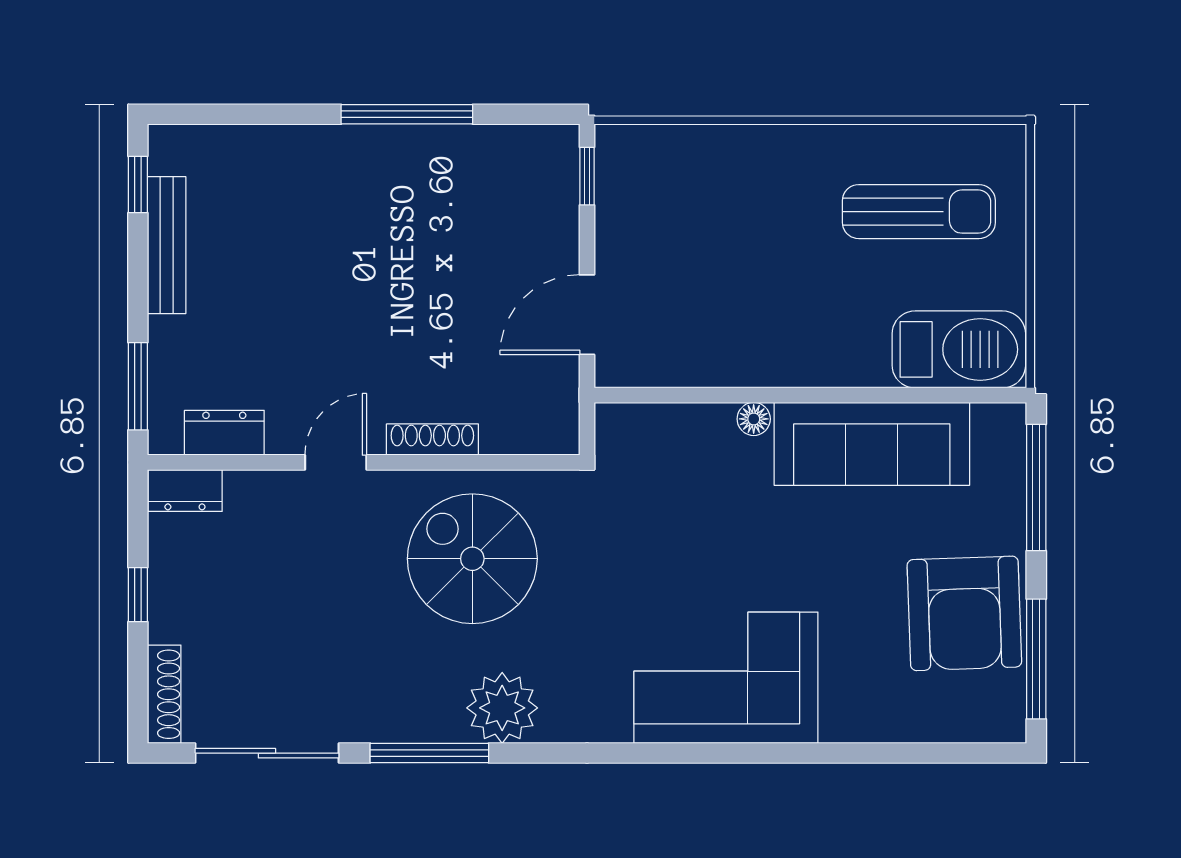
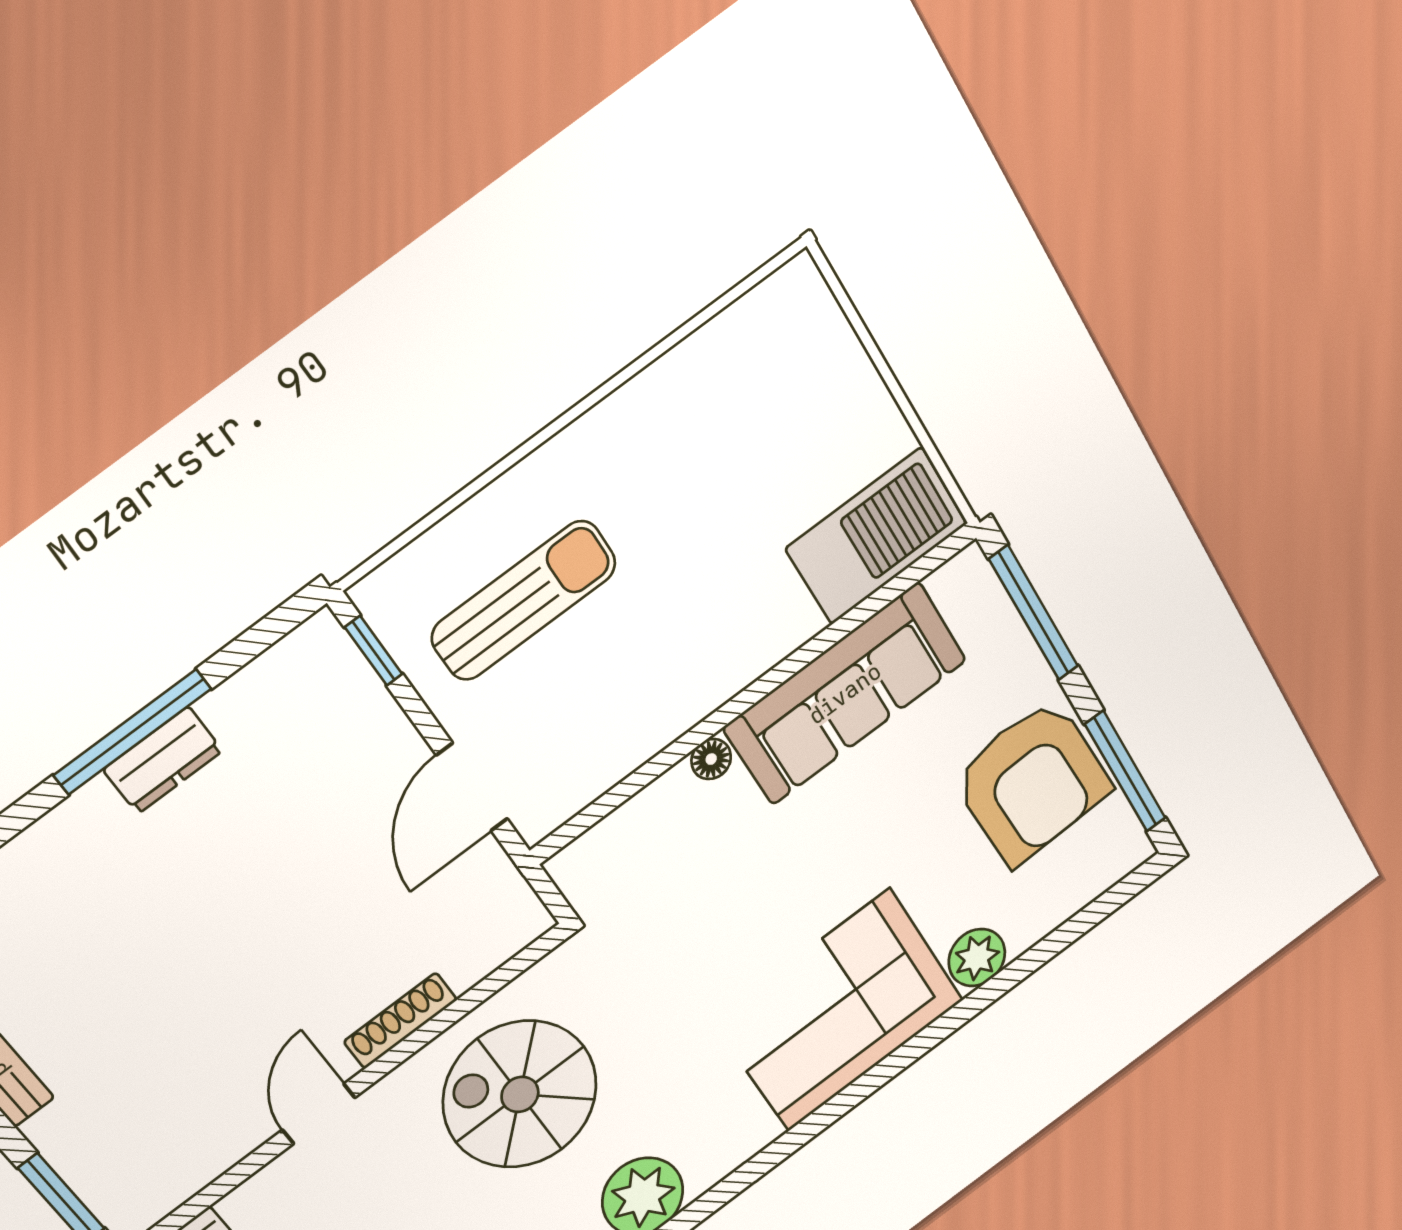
sun lounger: (919, 212) -> (524, 600), moved
dresser: (224, 433) -> (163, 760), moved, turned 180
plant: (847, 718) -> (977, 958), added

